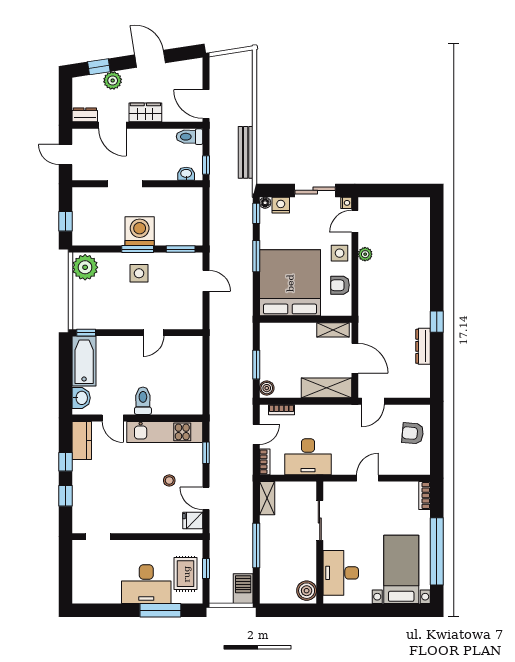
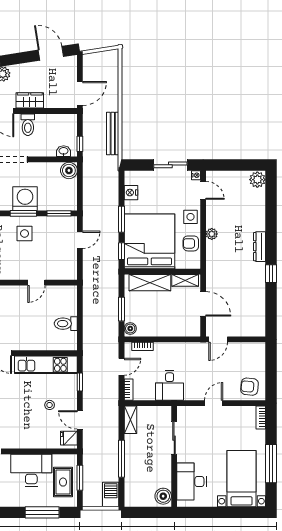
door: (150, 59) -> (51, 53), moved
door: (206, 104) -> (80, 93), swing flipped
toilet: (189, 137) -> (28, 125), moved, turned -90
boiler: (193, 197) -> (69, 170), added
floor lamp: (265, 203) -> (129, 175), removed
nightstand: (281, 205) -> (131, 193), moved, turned -90
plant: (420, 208) -> (257, 180), added
window: (256, 213) -> (121, 251), moved
door: (355, 221) -> (203, 190), swing flipped
plant: (365, 254) -> (212, 234), moved
door: (206, 281) -> (80, 240), hinge flipped
dresser: (423, 346) -> (260, 247), moved
shelving: (326, 388) -> (150, 283), moved
toilet: (143, 401) -> (66, 324), moved, turned -90
armchair: (413, 433) -> (250, 387), moved
desk: (308, 457) -> (170, 385), width x0.73
window: (437, 551) -> (271, 464), width x0.68
window: (206, 568) -> (80, 478), width x1.50
desk: (146, 584) -> (31, 470), moved, turned 180

